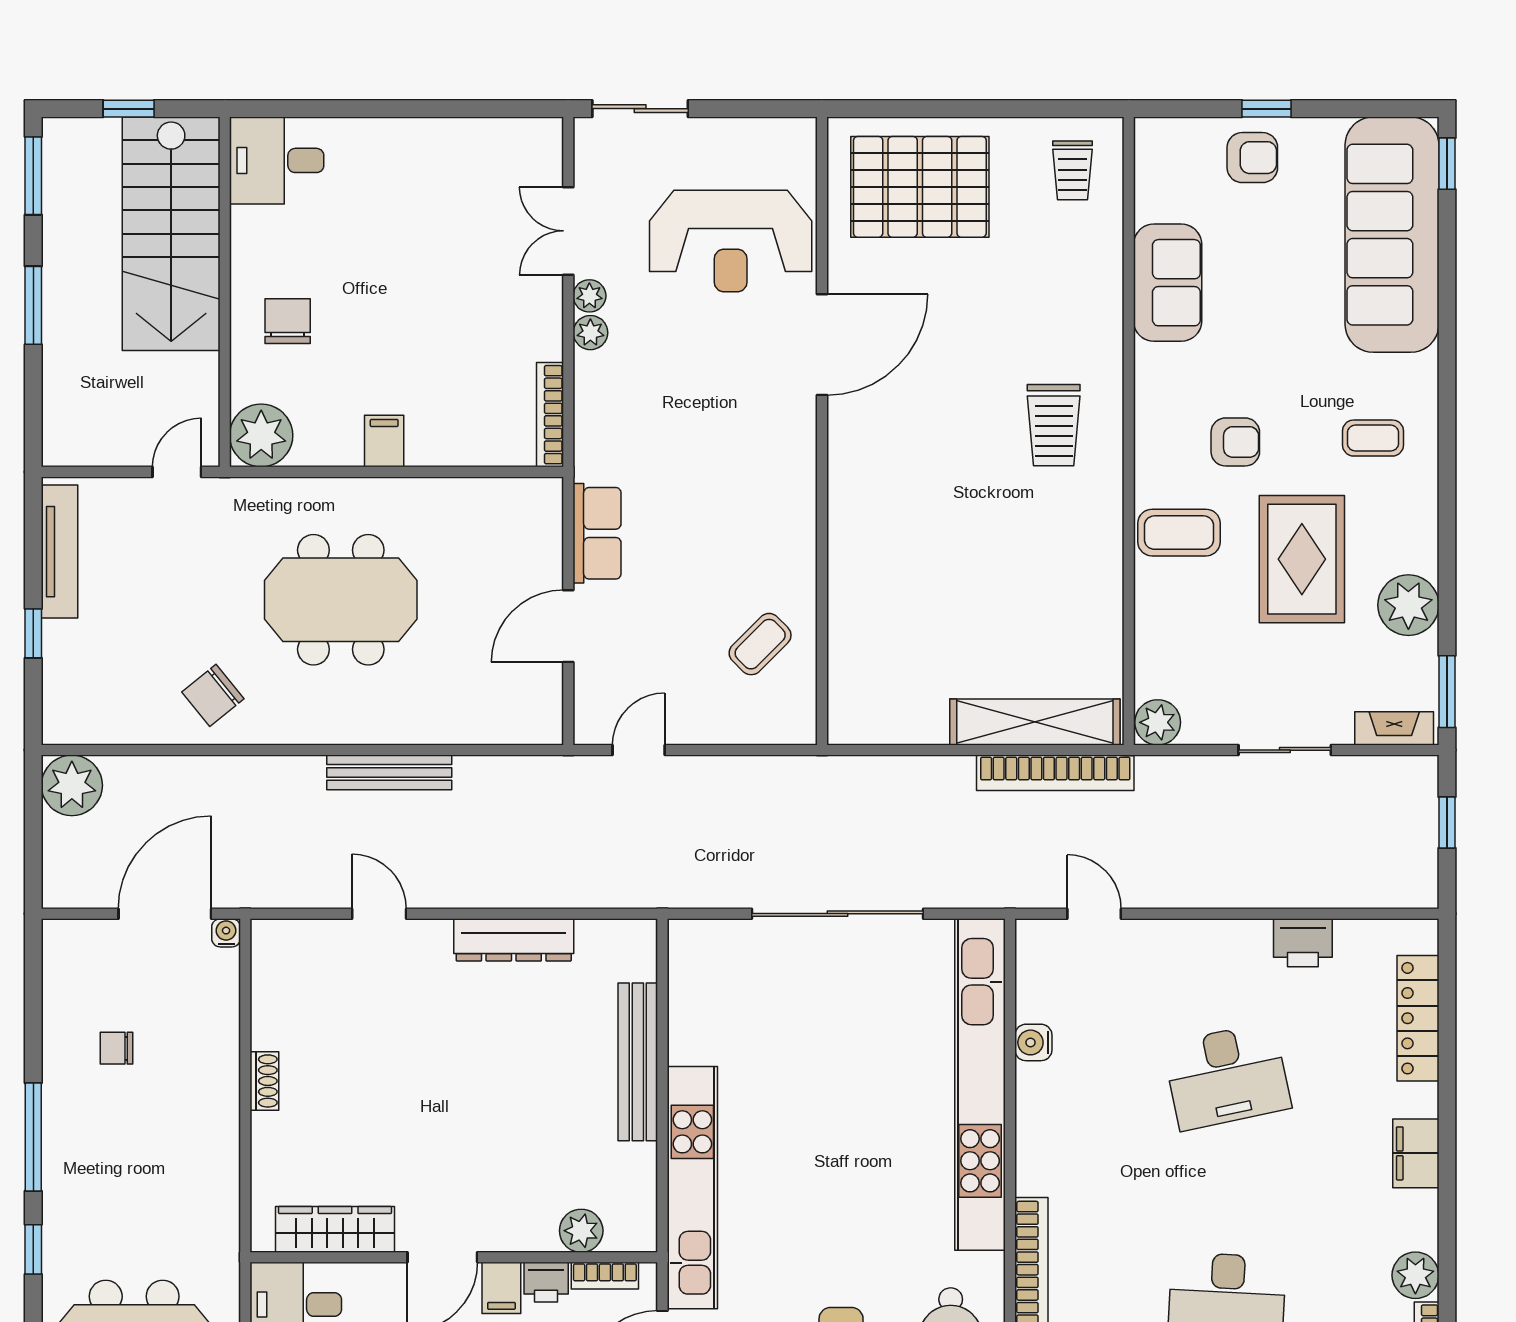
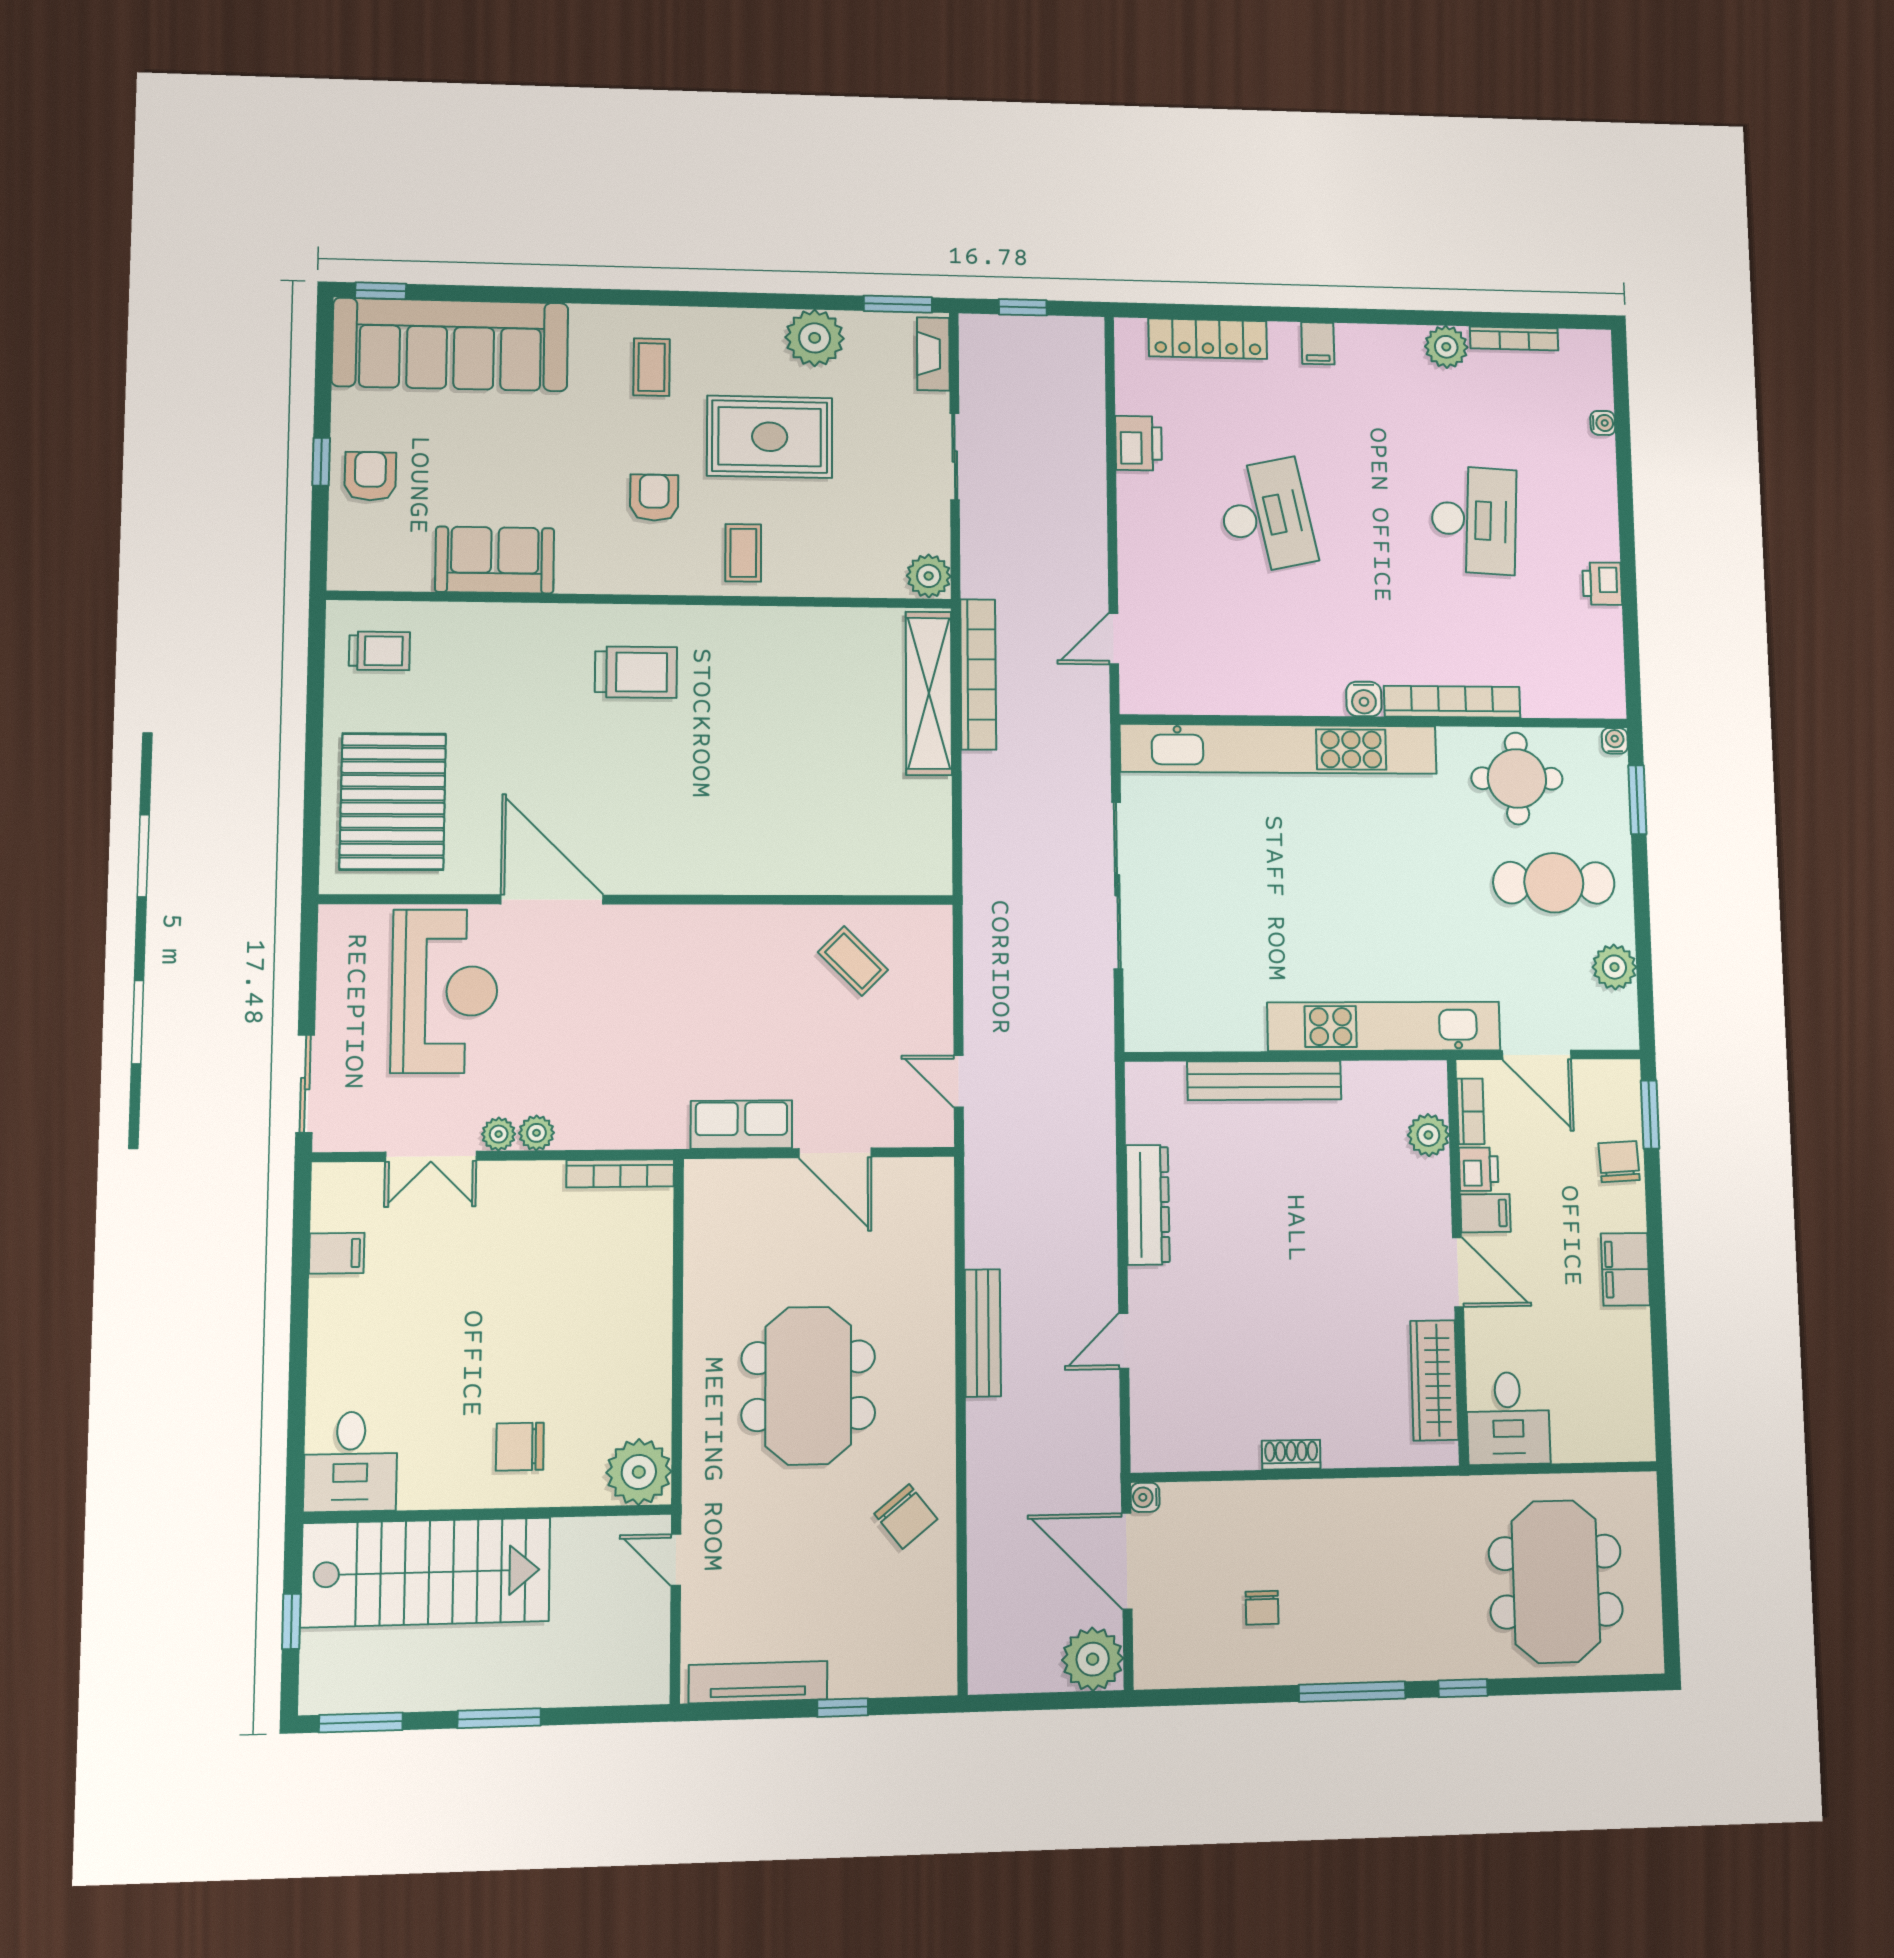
filing cabinet: (384, 441) -> (337, 1253), moved, turned 180
coffee table: (1179, 533) -> (743, 553), width x0.73, depth x0.77
plant: (72, 785) -> (1093, 1659), moved
water cooler: (1033, 1042) -> (1364, 699), moved
filing cabinet: (1416, 1153) -> (1318, 343), width x0.50

